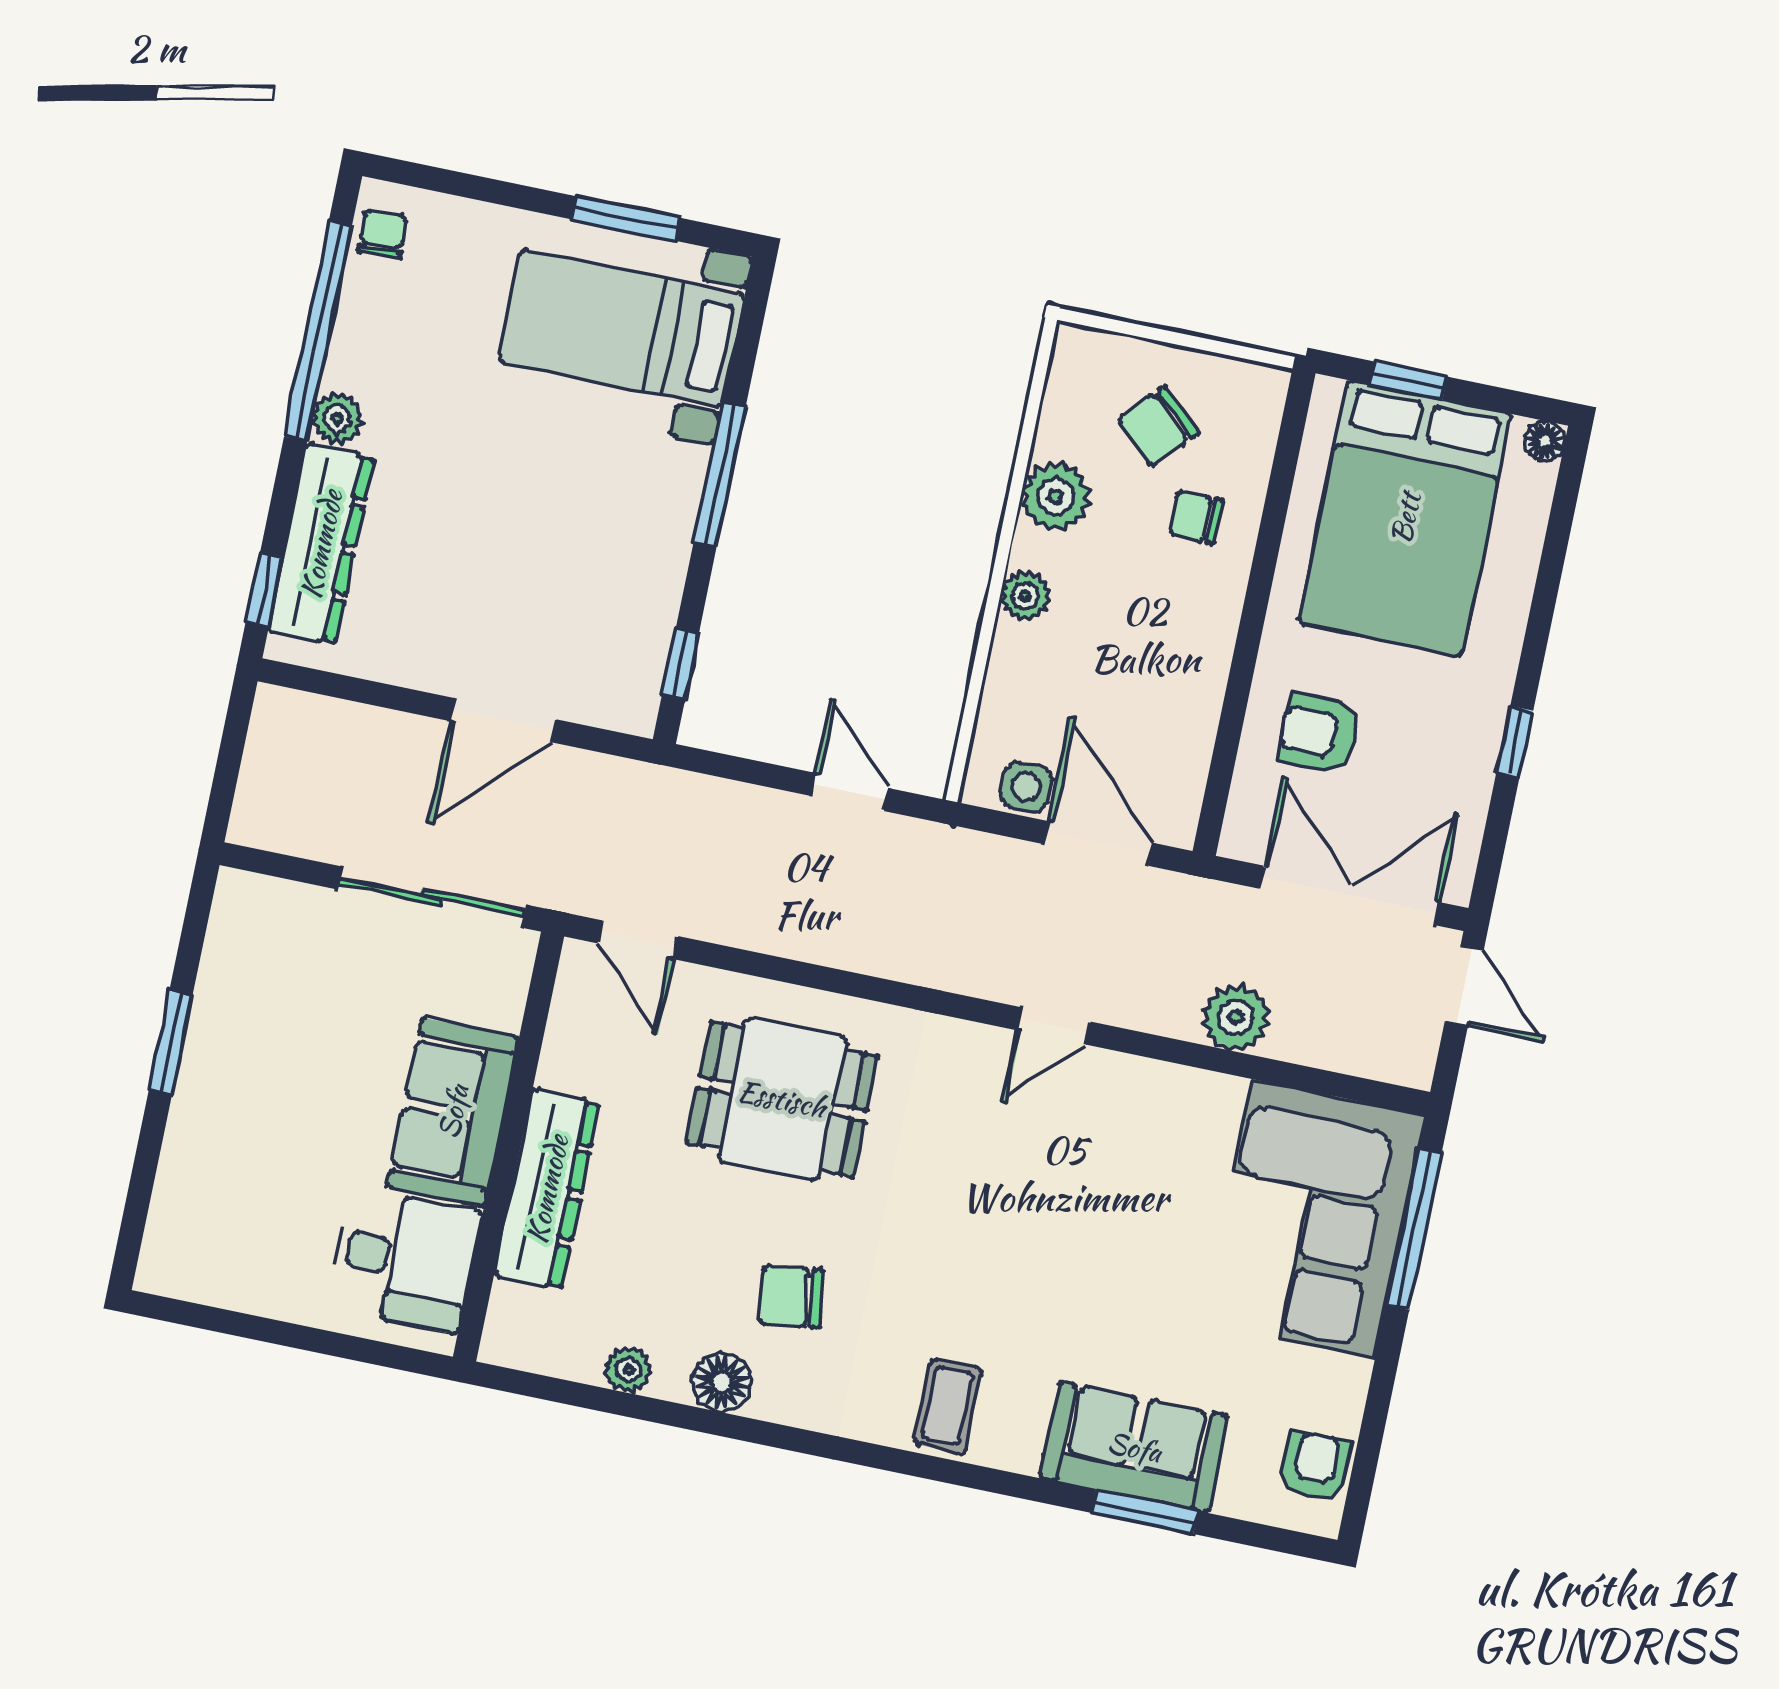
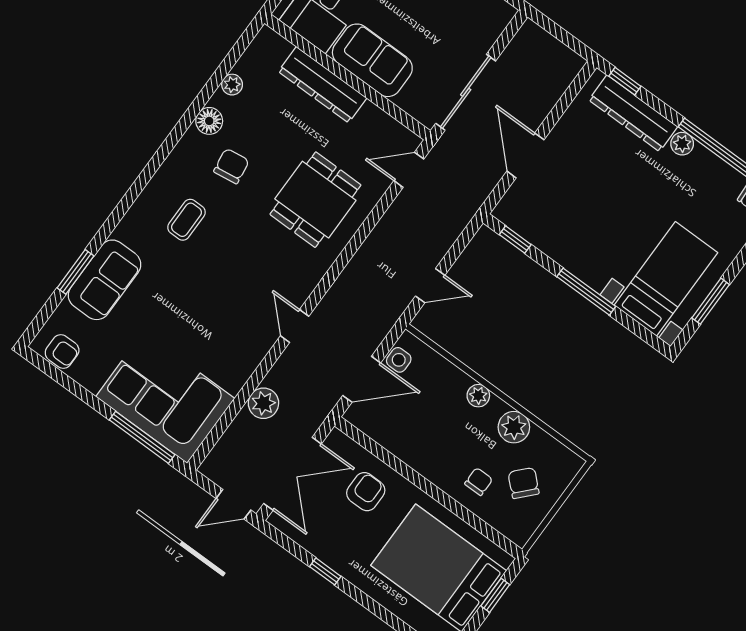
coffee table: (948, 1406) -> (186, 220), moved, turned 90

